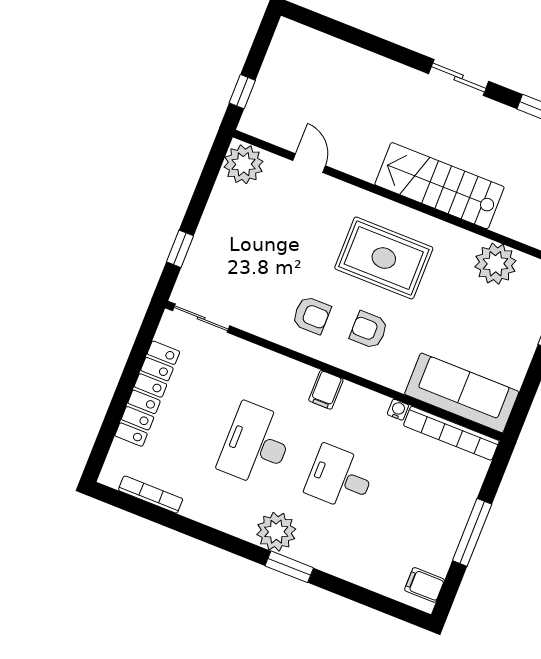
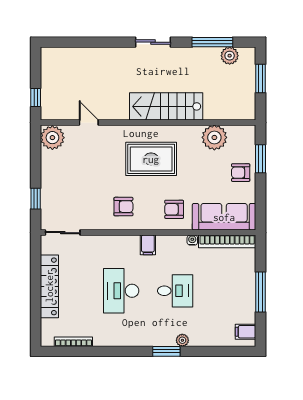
armchair: (369, 330) -> (174, 209), moved
armchair: (515, 334) -> (241, 173), added
desk: (340, 478) -> (175, 291), turned 180
plant: (276, 532) -> (182, 340), moved, width x0.53, depth x0.53

